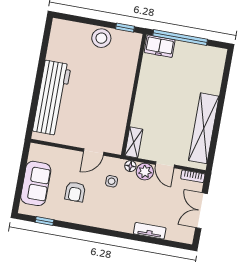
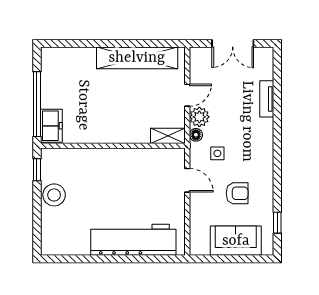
bookcase: (193, 176) -> (195, 60), removed

